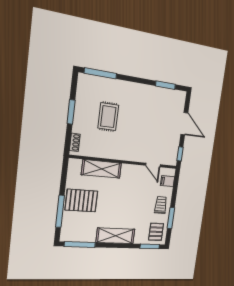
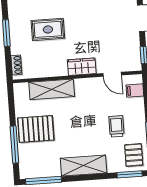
rug: (108, 117) -> (48, 29), turned 90
wardrobe: (130, 154) -> (82, 67), added
trolley: (161, 205) -> (116, 126), moved

